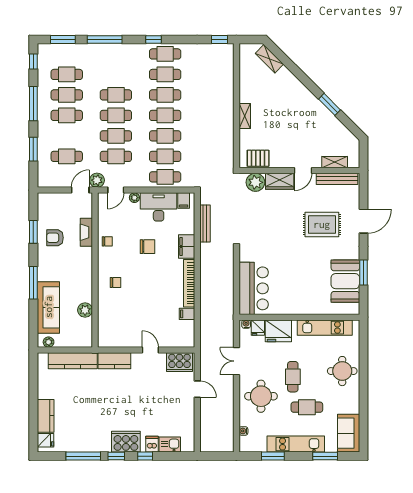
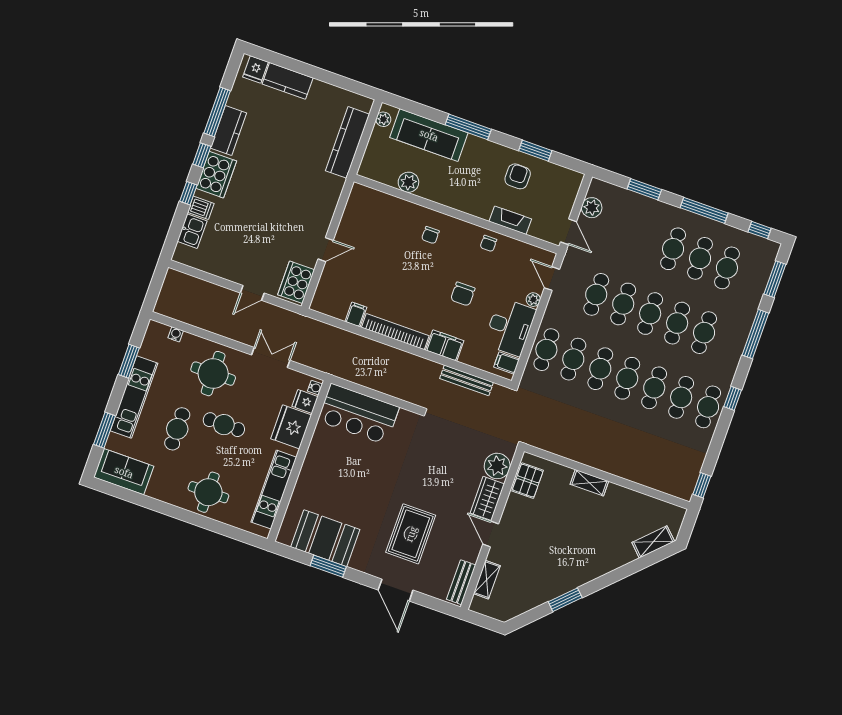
cafe table: (67, 156) -> (704, 333), moved
bench: (337, 179) -> (461, 582), width x0.73
plant: (97, 180) -> (592, 208), moved
kitchen counter: (114, 361) -> (228, 131), moved, turned 180

